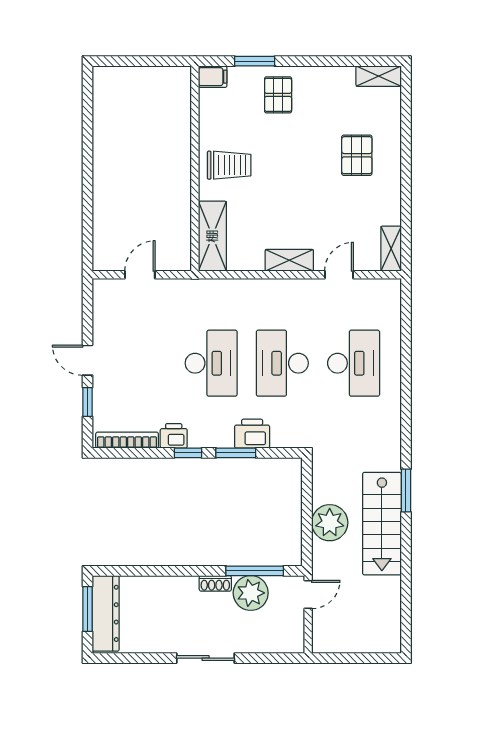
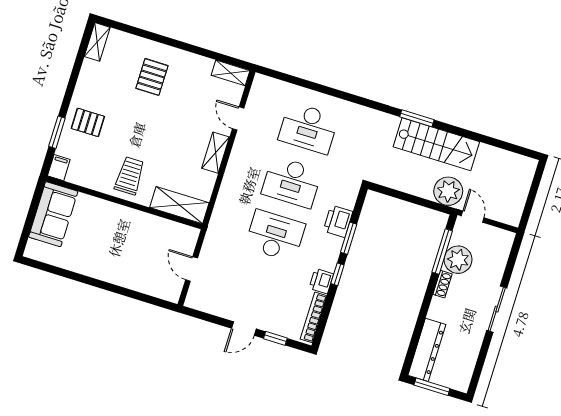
sofa: (154, 87) -> (53, 214), added
pallet: (357, 155) -> (152, 77), turned 90
desk: (354, 363) -> (308, 128), turned 180
plant: (330, 523) -> (448, 191), moved
dresser: (106, 613) -> (427, 350), moved, turned 90

